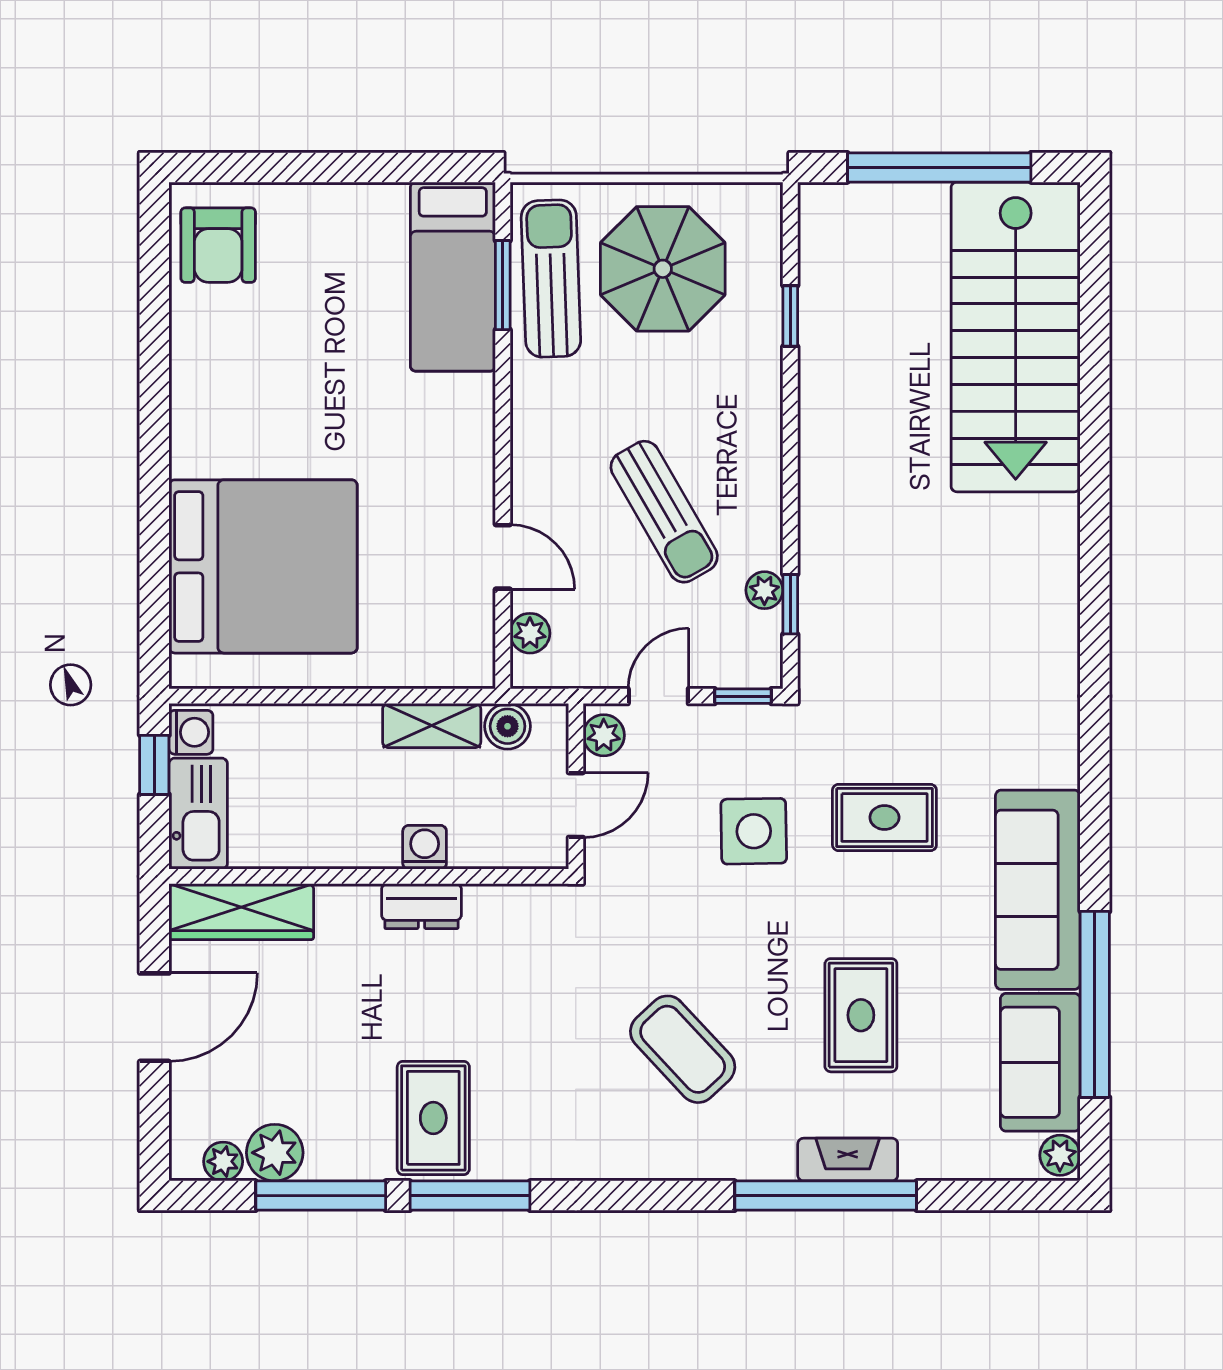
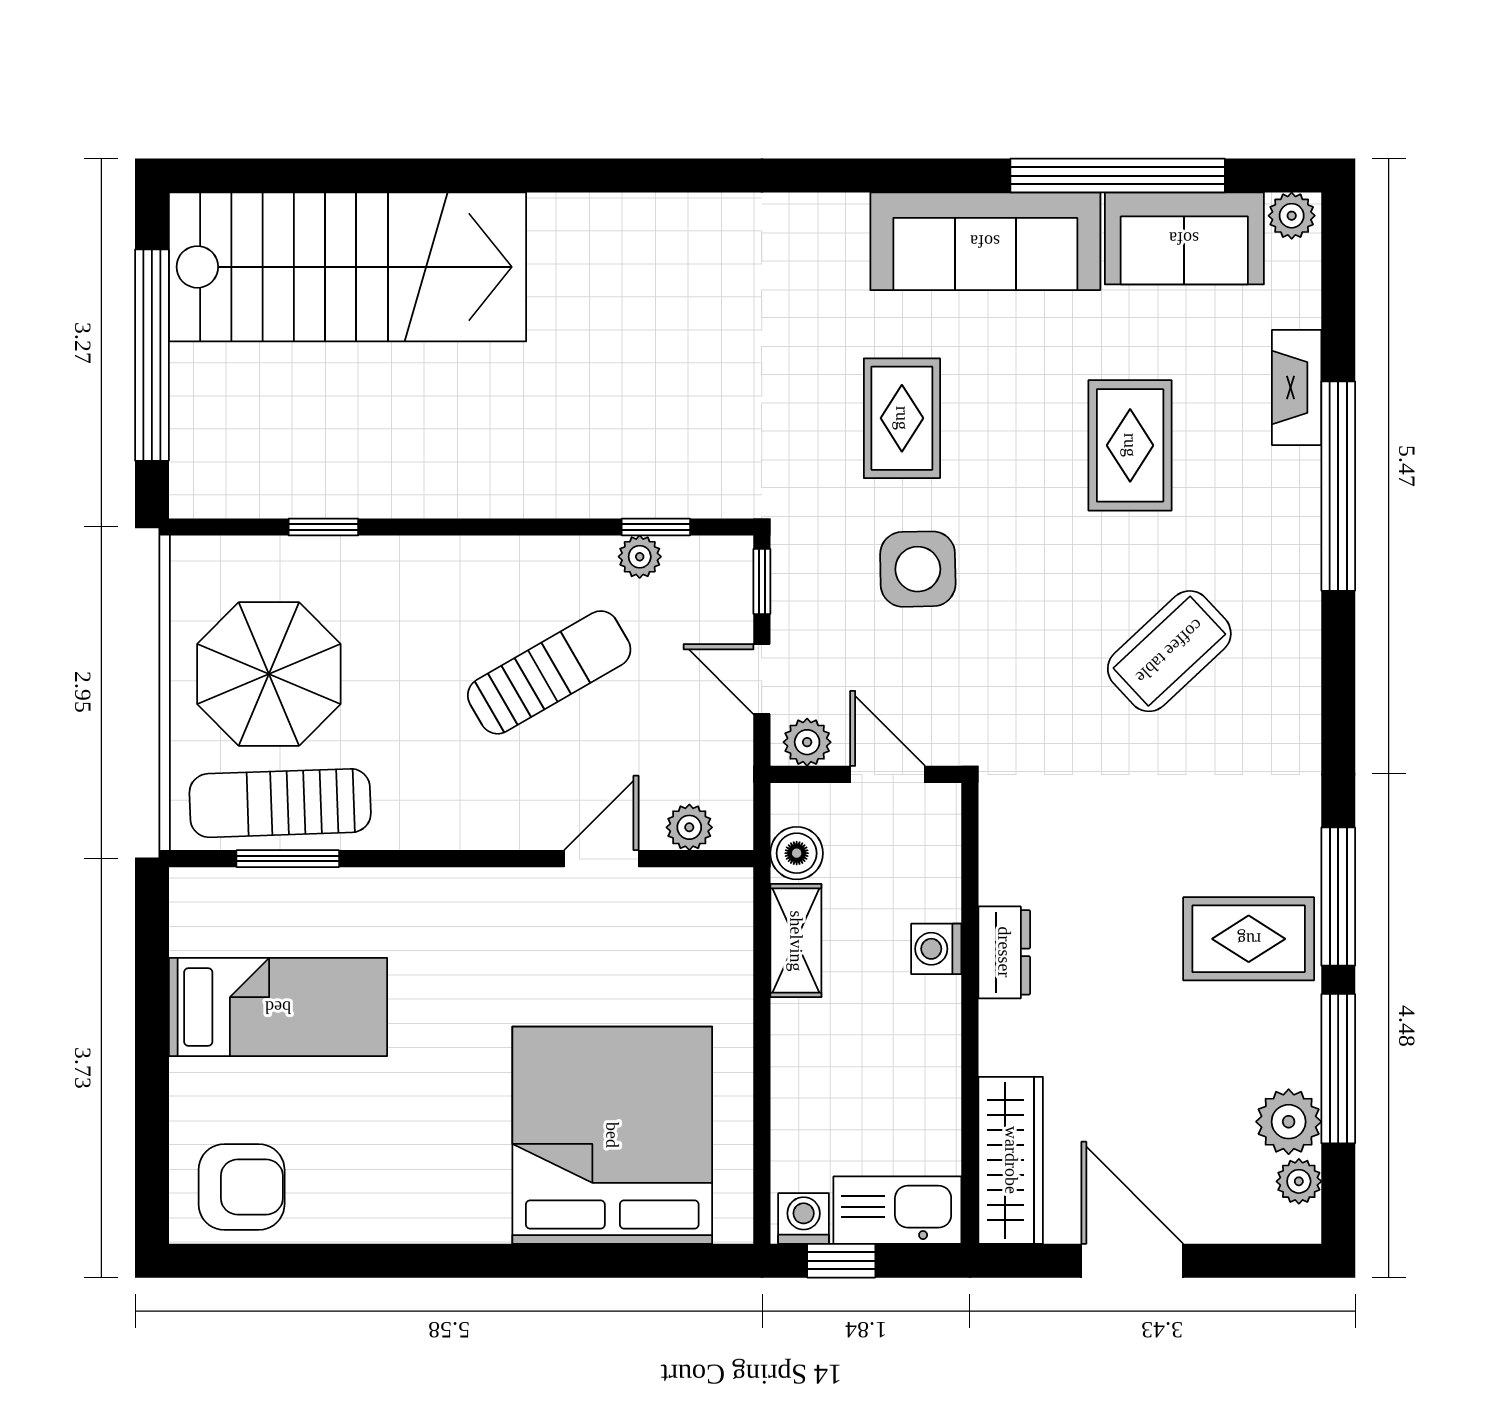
bed: (453, 277) -> (278, 1007), moved
rug: (861, 1015) -> (1130, 445), turned 90
fireplace: (848, 1160) -> (1297, 387), moved

